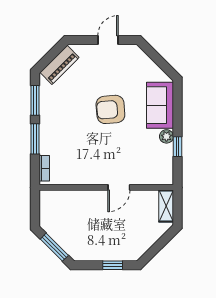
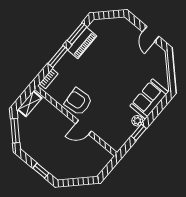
door: (108, 40) -> (151, 34), swing flipped
piano: (60, 65) -> (82, 43), moved, turned -45
armchair: (110, 109) -> (78, 102), moved
shelving: (166, 206) -> (30, 104), moved

